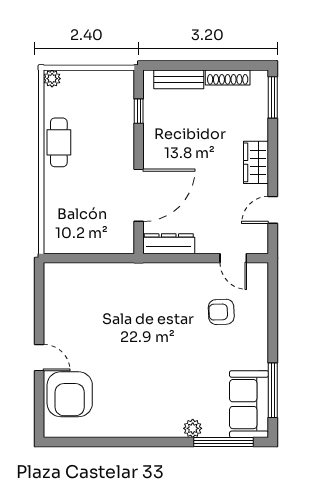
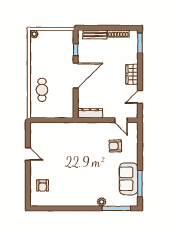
cafe table: (59, 142) -> (42, 90), moved
door: (139, 195) -> (76, 76), moved
door: (39, 358) -> (28, 154), moved
armchair: (70, 394) -> (43, 185), width x0.53, depth x0.53
sofa: (249, 404) -> (129, 179), moved

